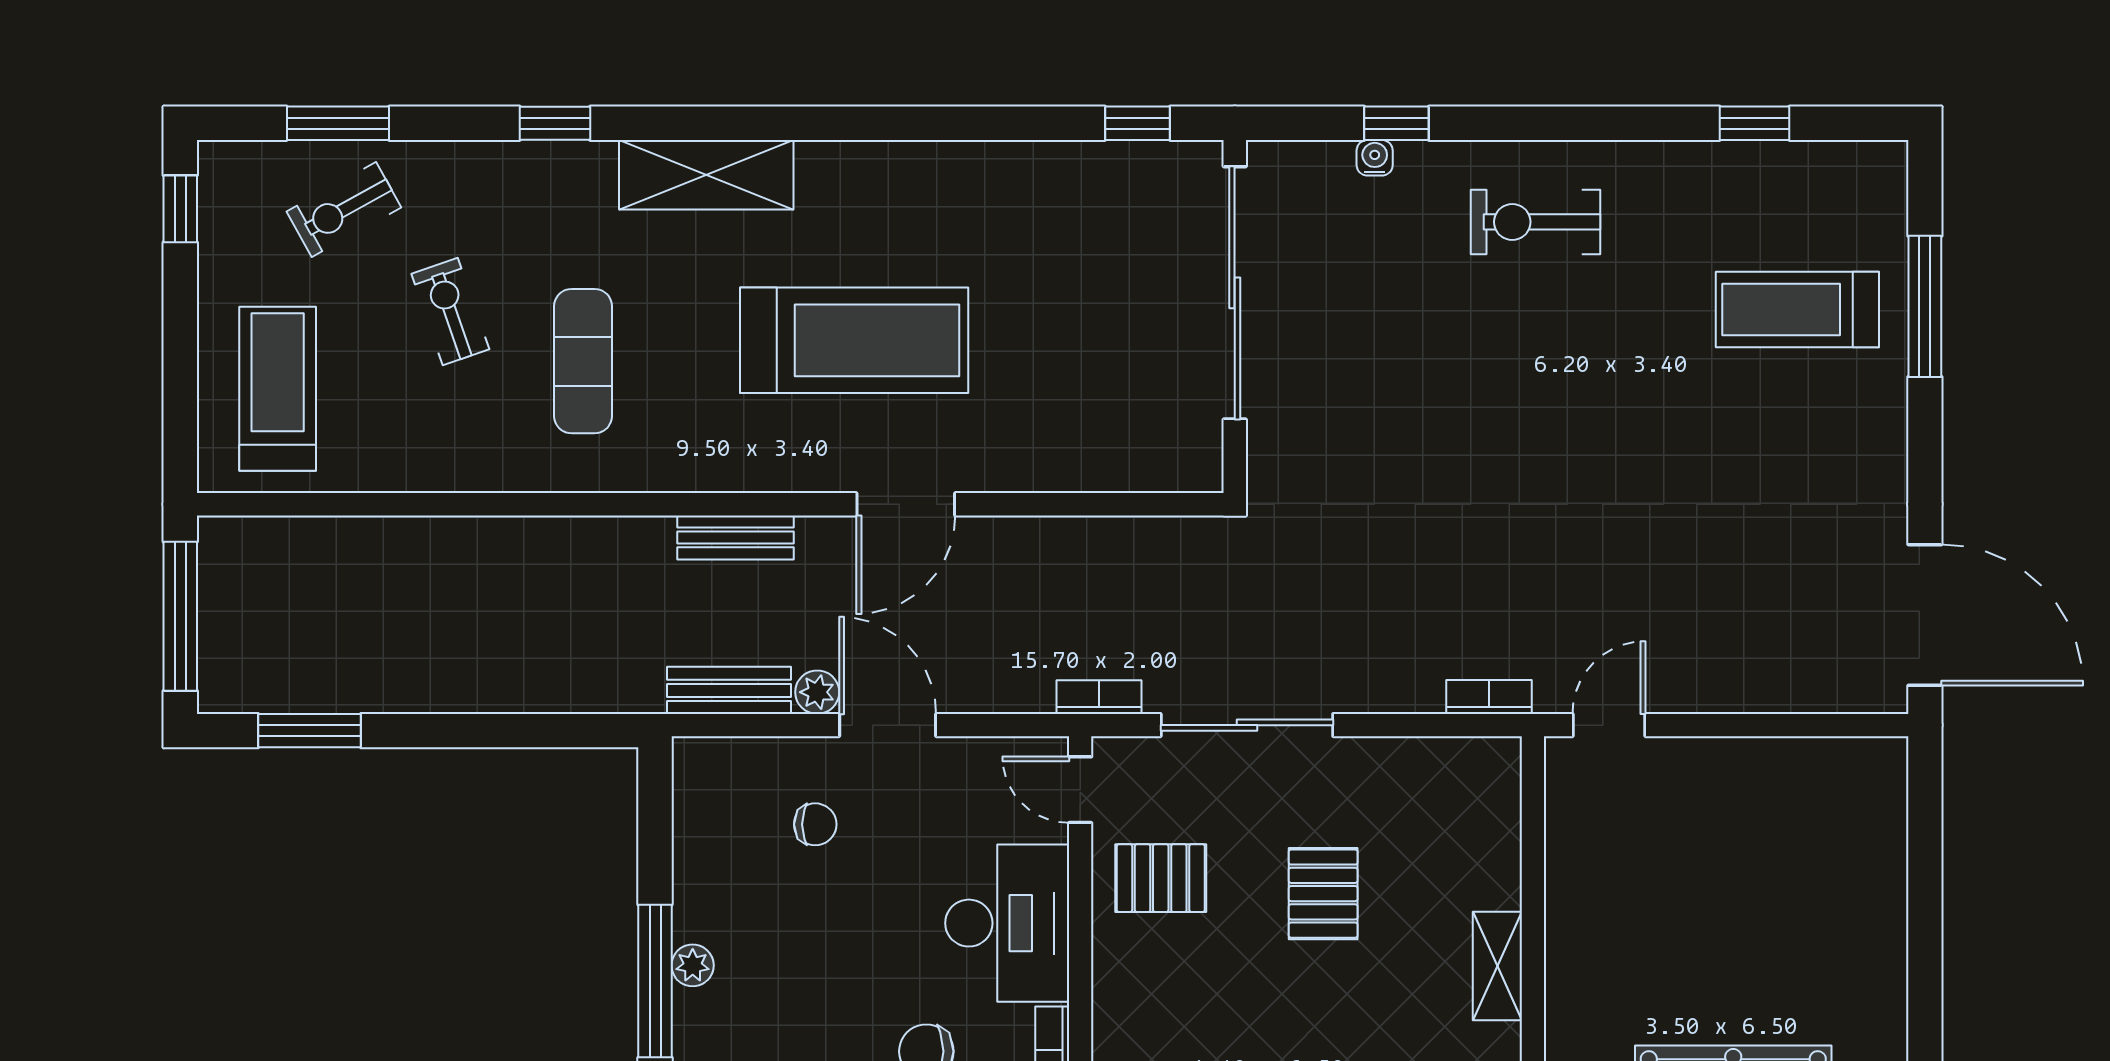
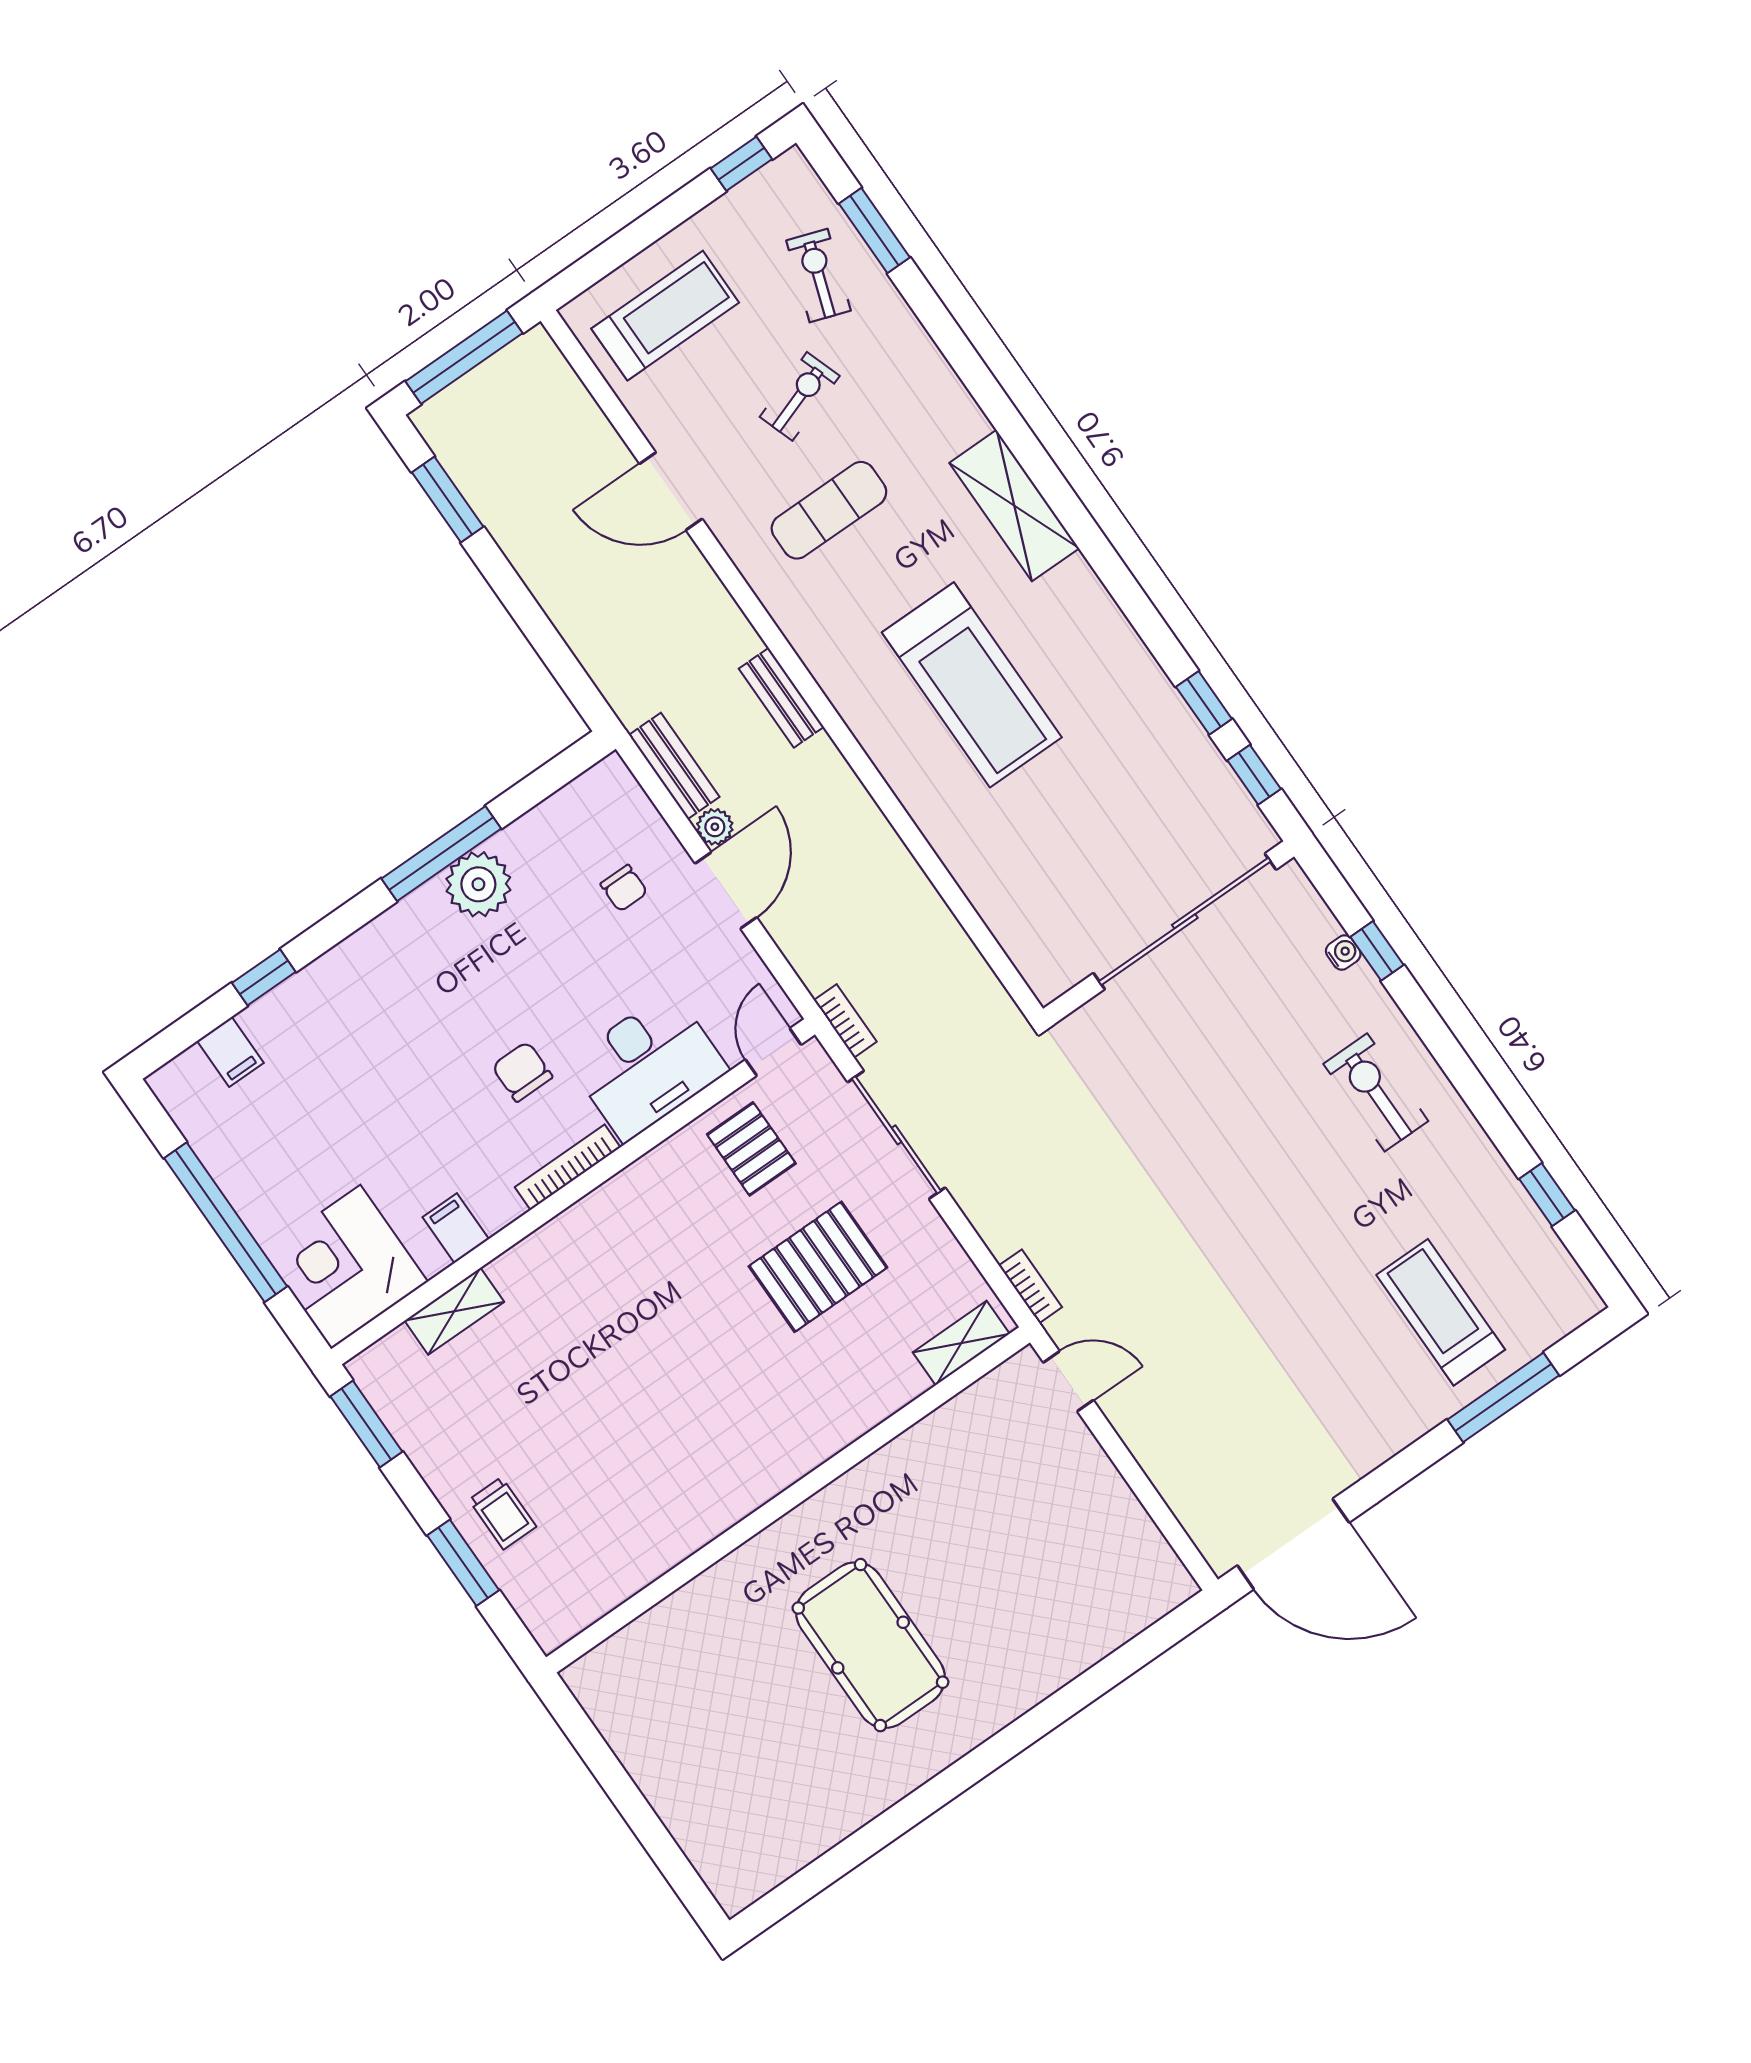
window: (555, 123) -> (1204, 703), moved
exercise bike: (344, 210) -> (819, 276), turned 48
door: (906, 504) -> (671, 491), moved
door: (1925, 615) -> (1293, 1544), hinge flipped
pallet: (1323, 894) -> (818, 1267), width x1.50, depth x1.42
plant: (693, 965) -> (478, 884), width x1.87, depth x1.87
shelving: (1497, 966) -> (961, 1343), moved

